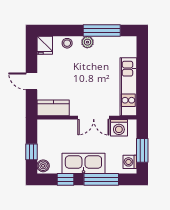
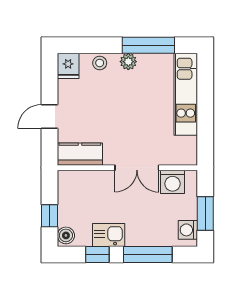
door: (31, 81) -> (49, 117), hinge flipped
kitchen unit: (128, 87) -> (186, 94), moved
kitchen sink: (83, 163) -> (109, 235), width x0.53, depth x0.81

